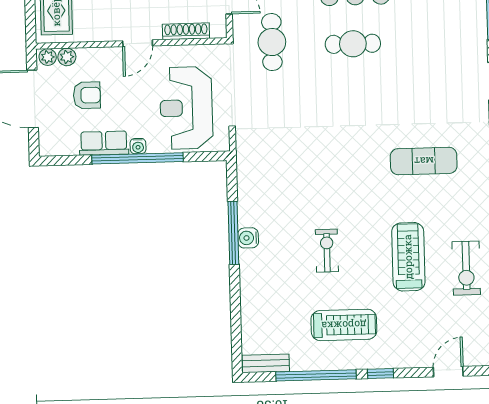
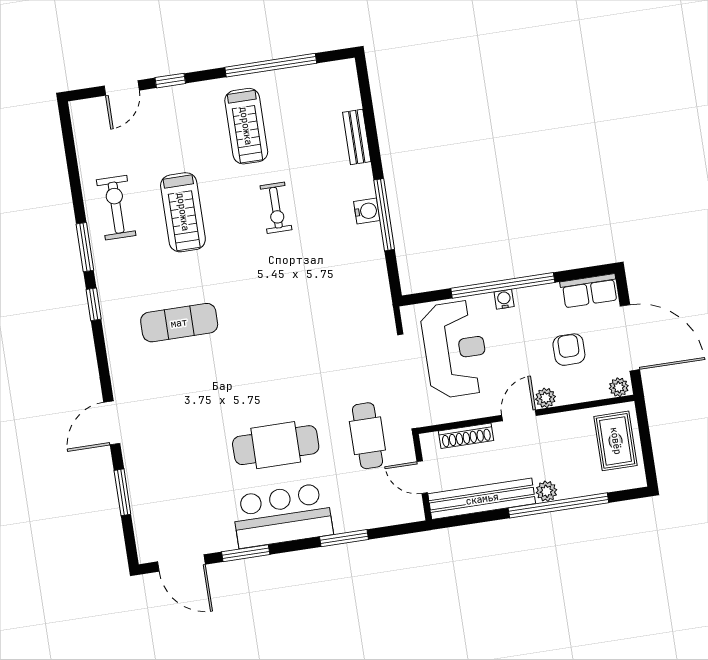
cafe table: (353, 44) -> (276, 445), width x1.37, depth x1.35
plant: (67, 57) -> (545, 398), moved
armchair: (87, 95) -> (569, 350), turned 90
row of seats: (104, 143) -> (589, 291), moved
treadmill: (344, 325) -> (246, 126), turned -90
bench: (266, 363) -> (357, 137), moved, turned 90
window: (381, 374) -> (170, 81), moved

